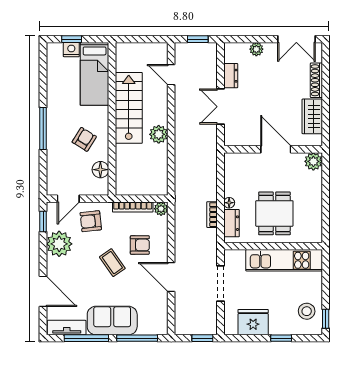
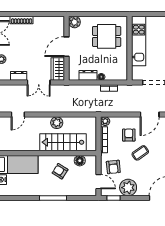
stairs: (129, 108) -> (63, 142), moved
wardrobe: (312, 116) -> (58, 69), moved, turned 90
dining table: (274, 213) -> (107, 36), moved
dresser: (231, 223) -> (88, 75), moved

